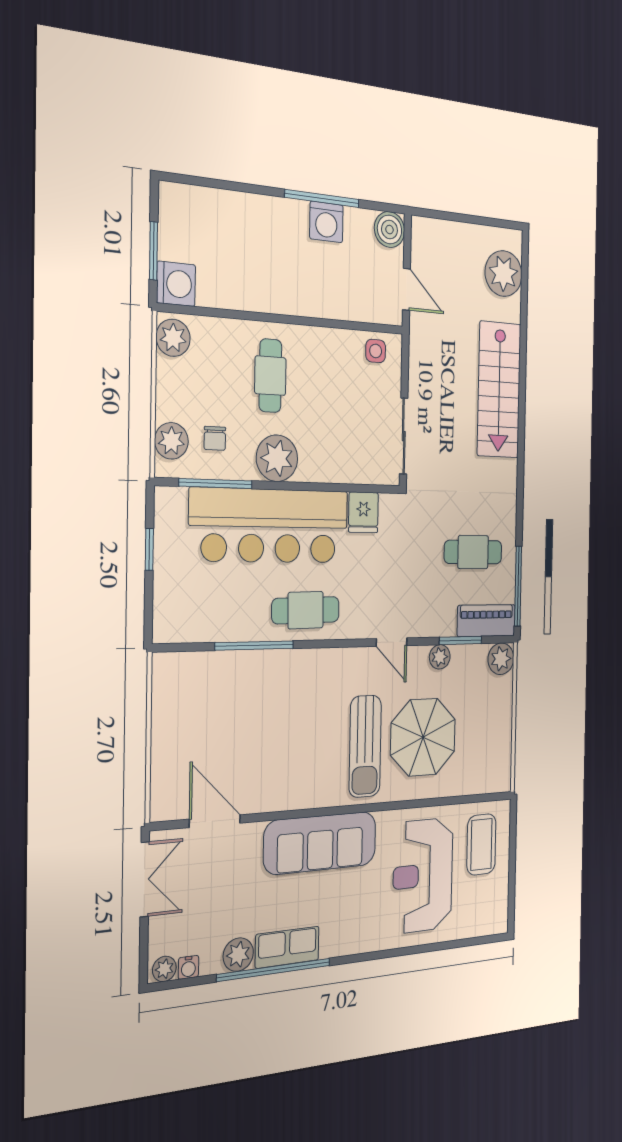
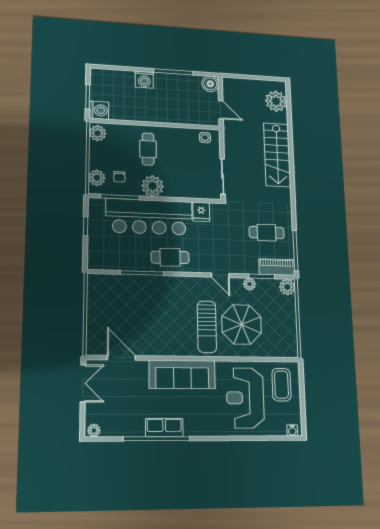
washing machine: (326, 222) -> (144, 80), moved
plant: (238, 955) -> (136, 428), removed
water cooler: (188, 967) -> (292, 430), moved

